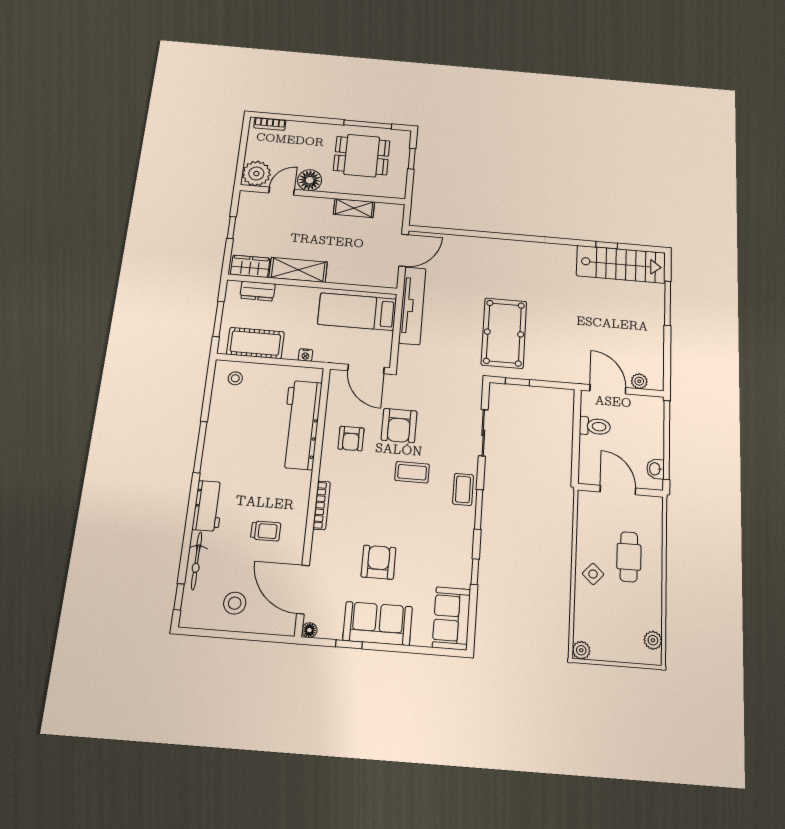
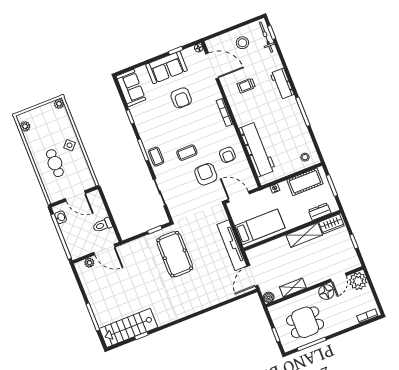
boiler: (396, 211) -> (269, 297), added
armchair: (351, 439) -> (227, 155), turned 180
bicycle: (197, 561) -> (266, 37), moved

